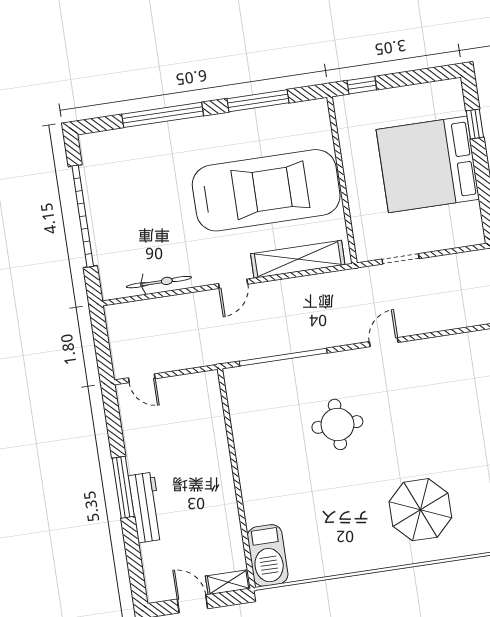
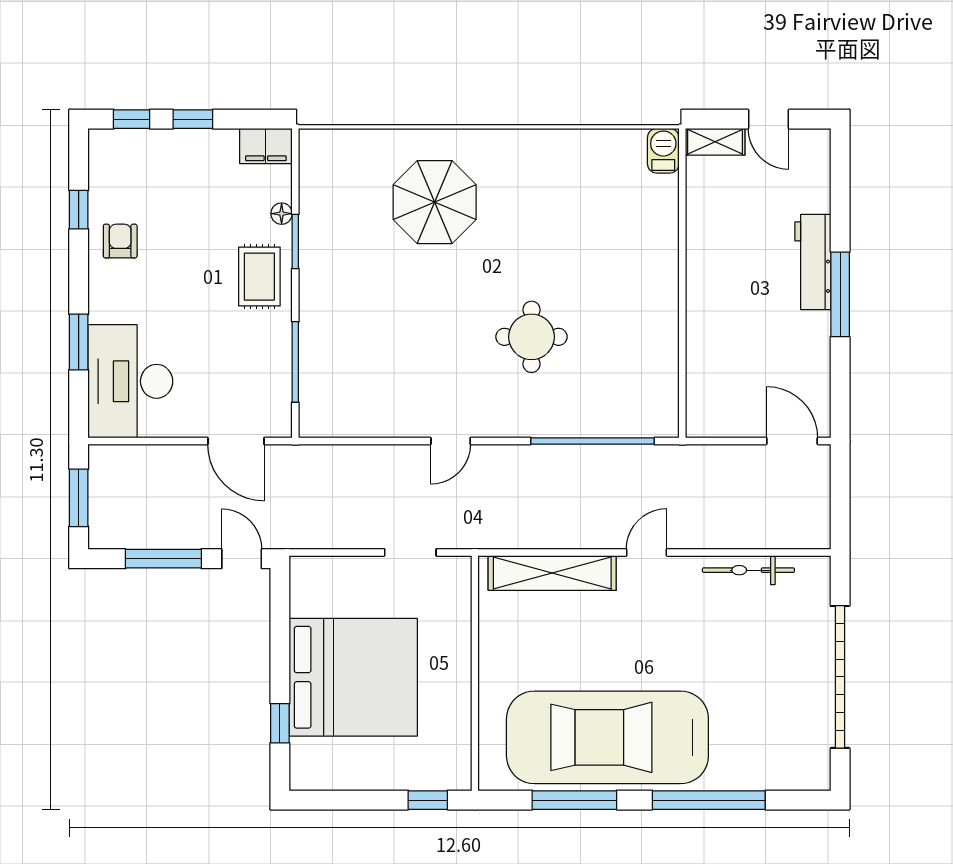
car: (266, 190) -> (607, 737), moved
door: (142, 378) -> (792, 441), width x1.38
barbecue: (268, 555) -> (663, 151), width x0.53, depth x0.65

